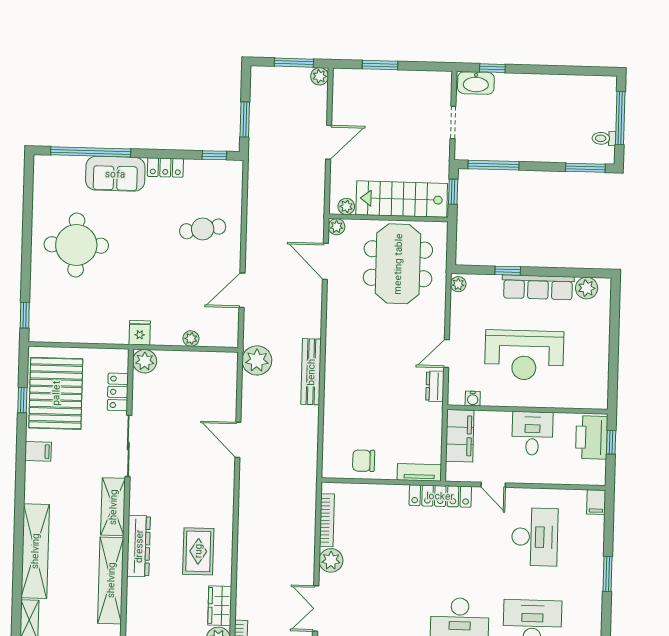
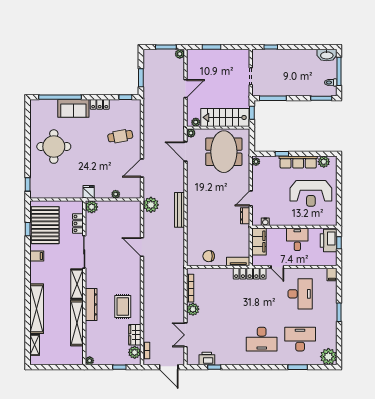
washbasin: (476, 83) -> (327, 55), moved
reception desk: (524, 355) -> (311, 193), moved

